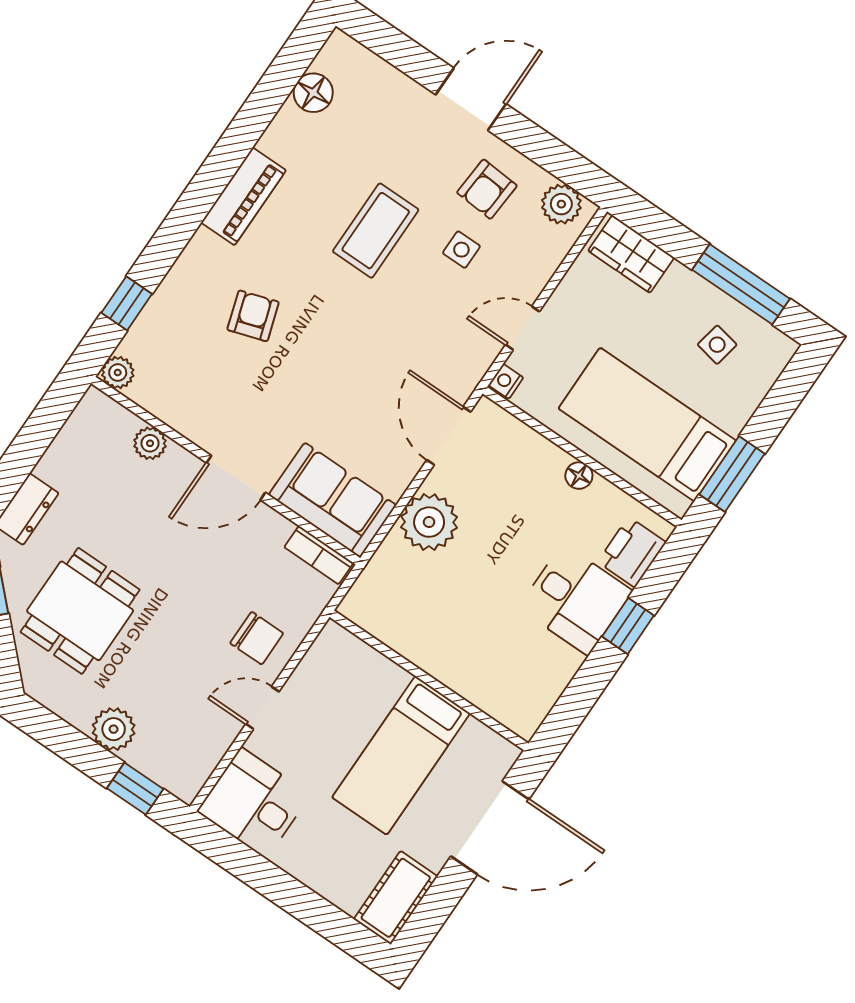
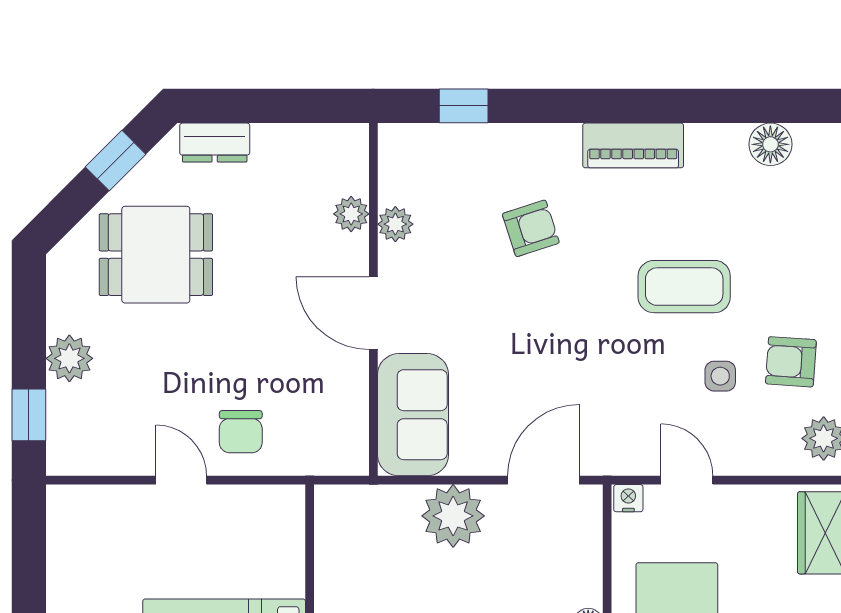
plant: (118, 372) -> (395, 224), moved
bookcase: (319, 555) -> (355, 436), removed
desk: (254, 803) -> (89, 531), removed

